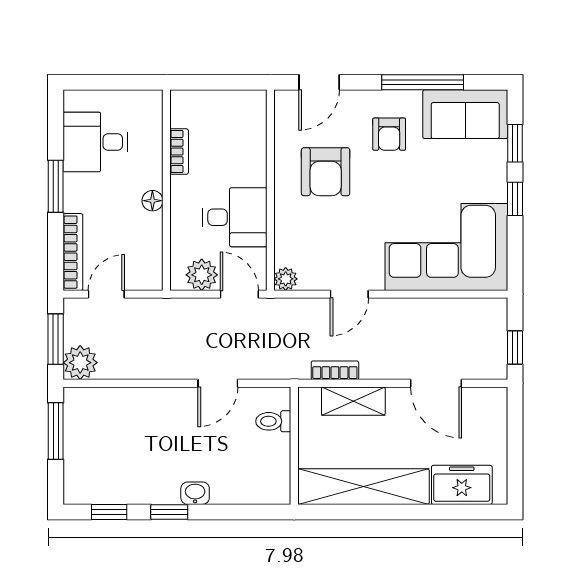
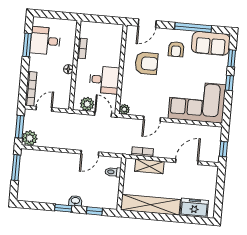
armchair: (326, 172) -> (146, 63), turned -90
window: (56, 186) -> (27, 45), moved
door: (436, 383) -> (187, 162), swing flipped
window: (109, 512) -> (94, 211), moved

